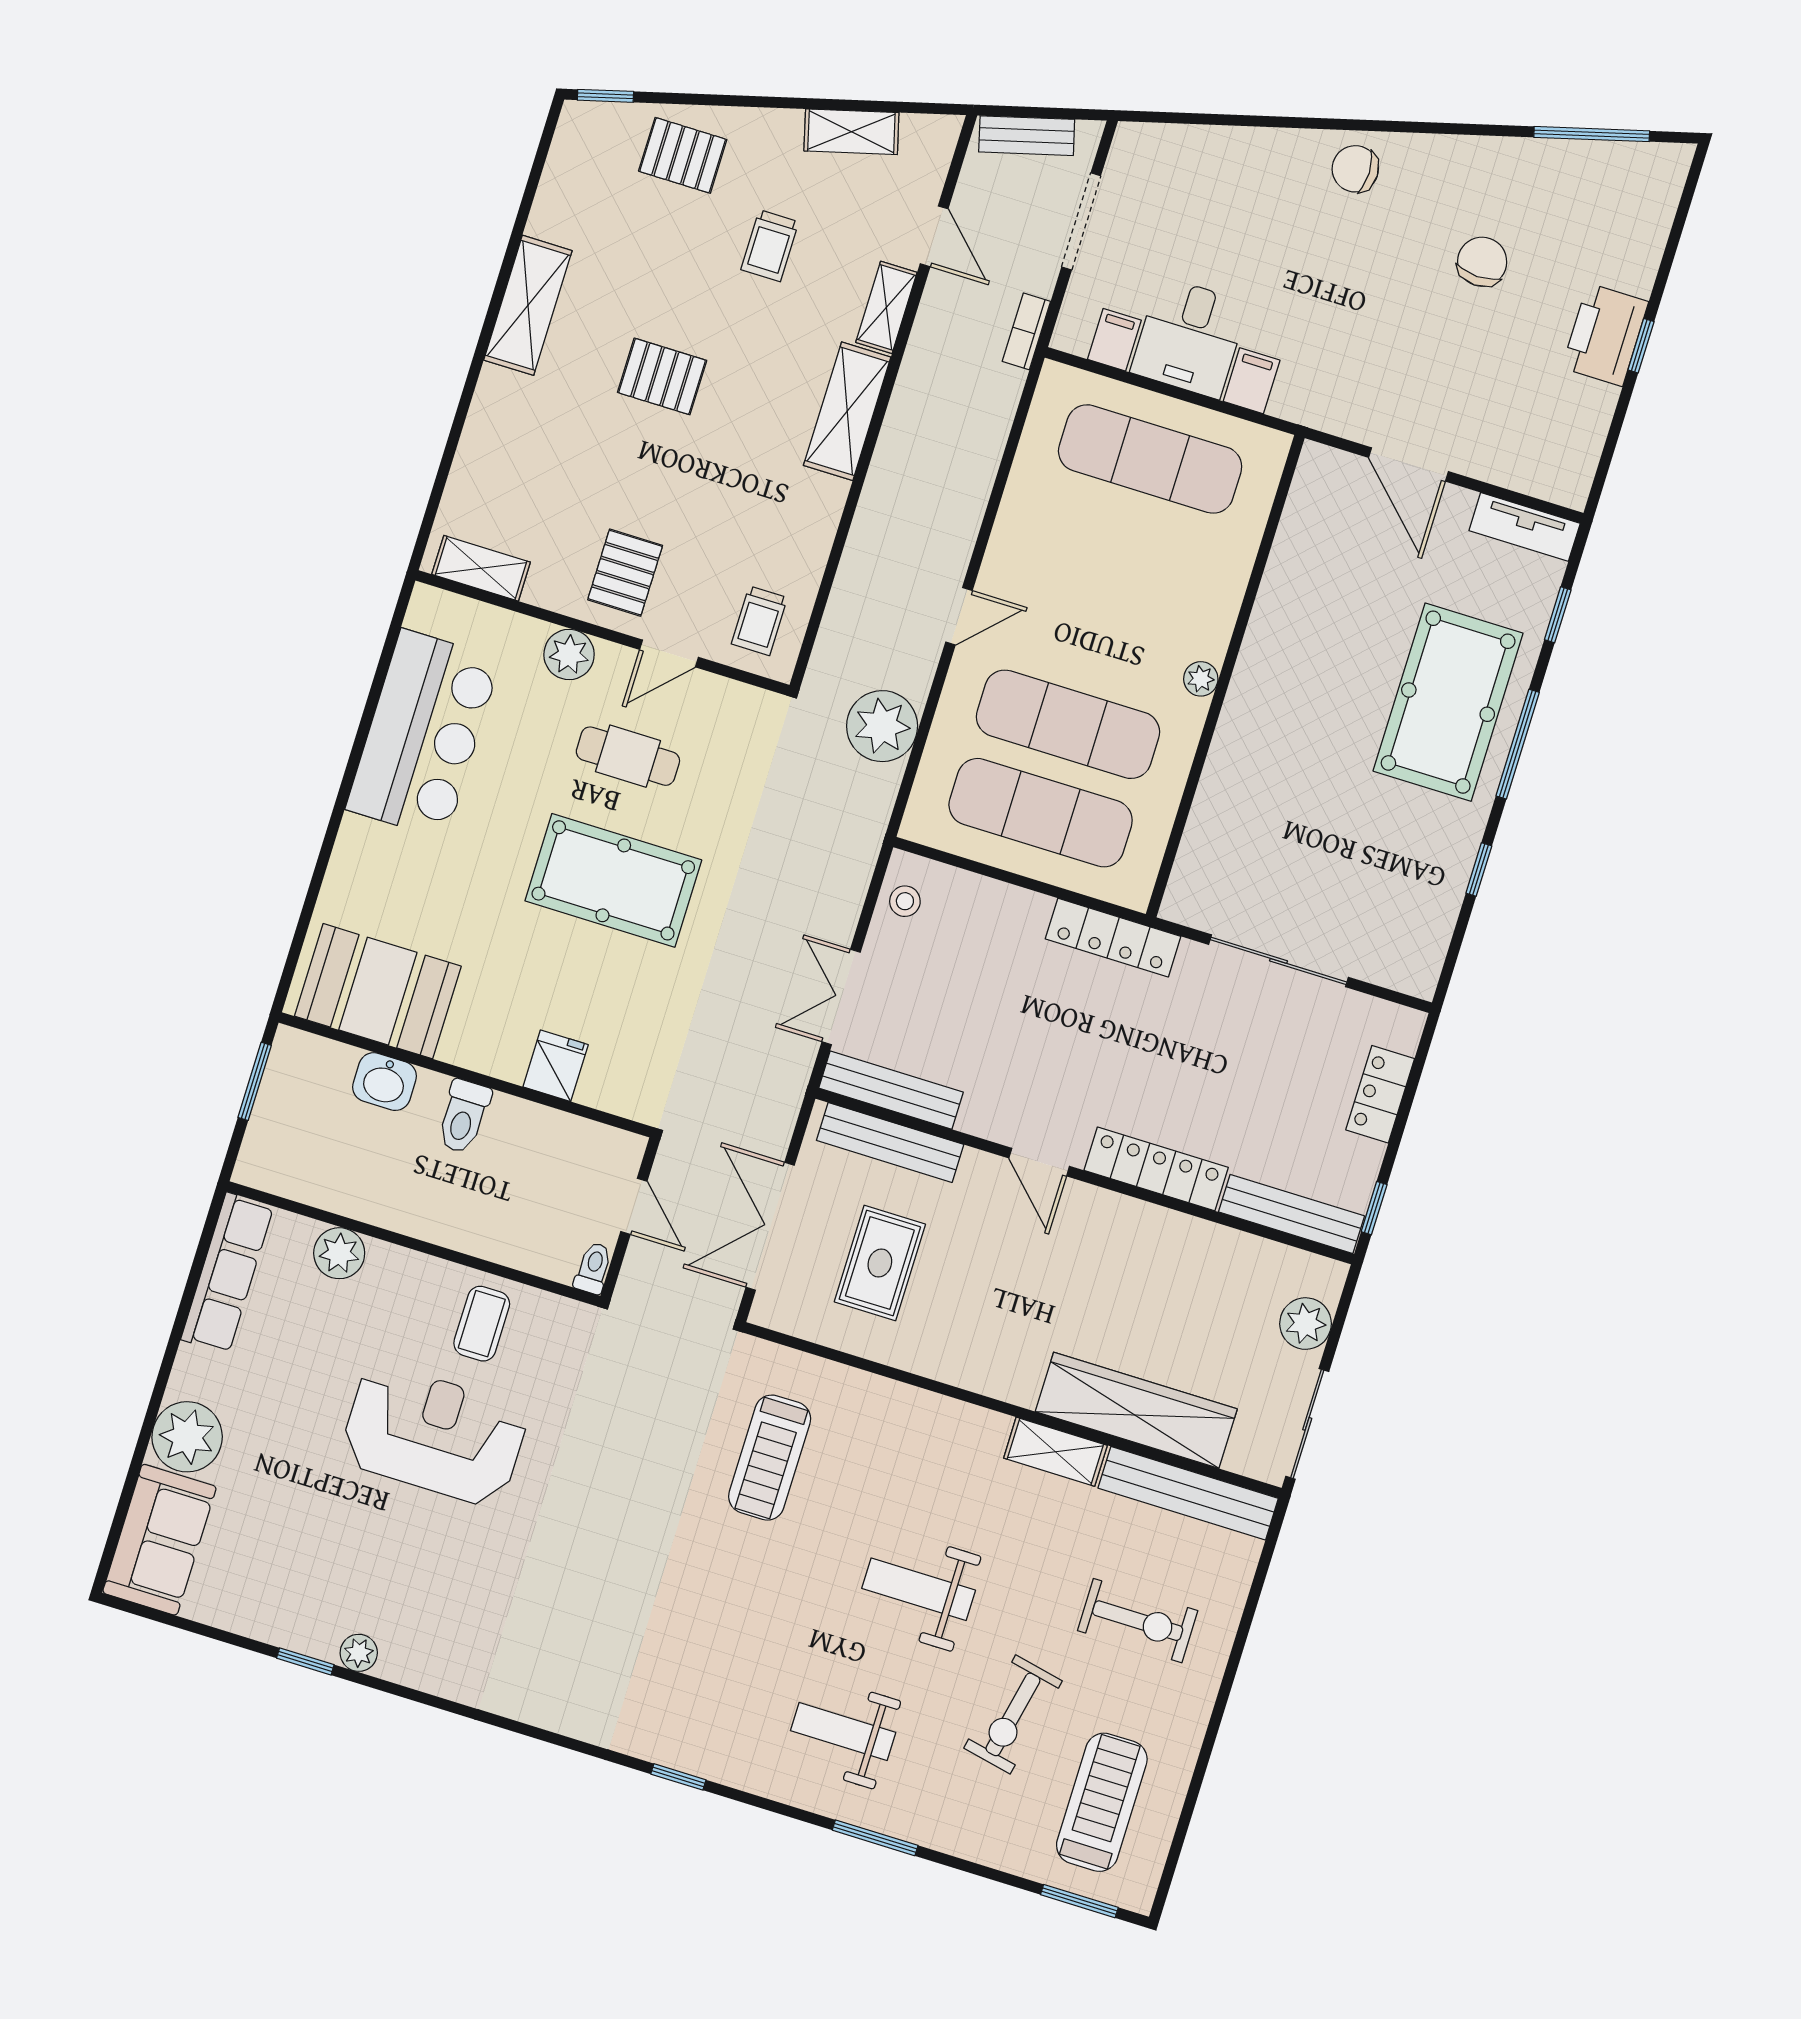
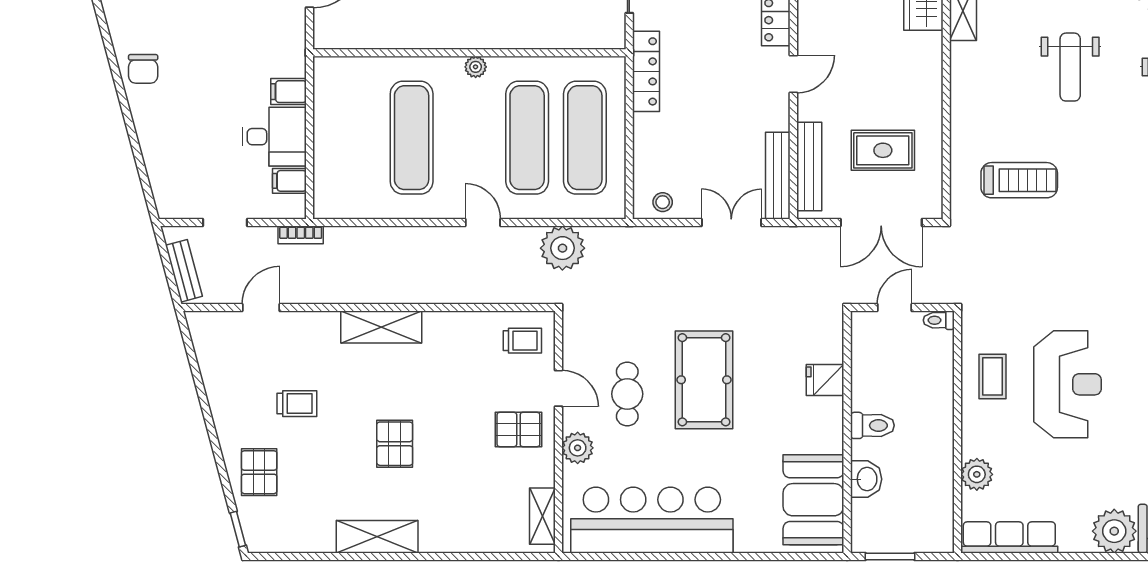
shelving: (851, 132) -> (214, 376), removed
doorway: (1081, 221) -> (225, 223), width x0.73
shelving: (886, 307) -> (312, 323), removed
exercise mat: (1150, 459) -> (412, 138), moved
bar counter: (423, 734) -> (652, 520), width x1.36
double door: (841, 997) -> (731, 223), swing flipped
coffee table: (482, 1324) -> (992, 376), turned 90
reception desk: (434, 1435) -> (1067, 384), turned 180

